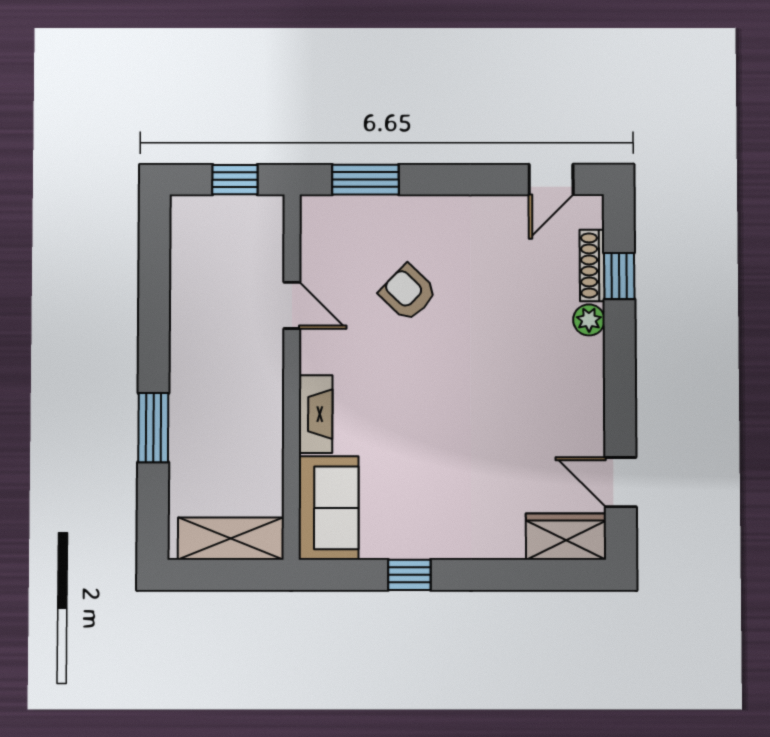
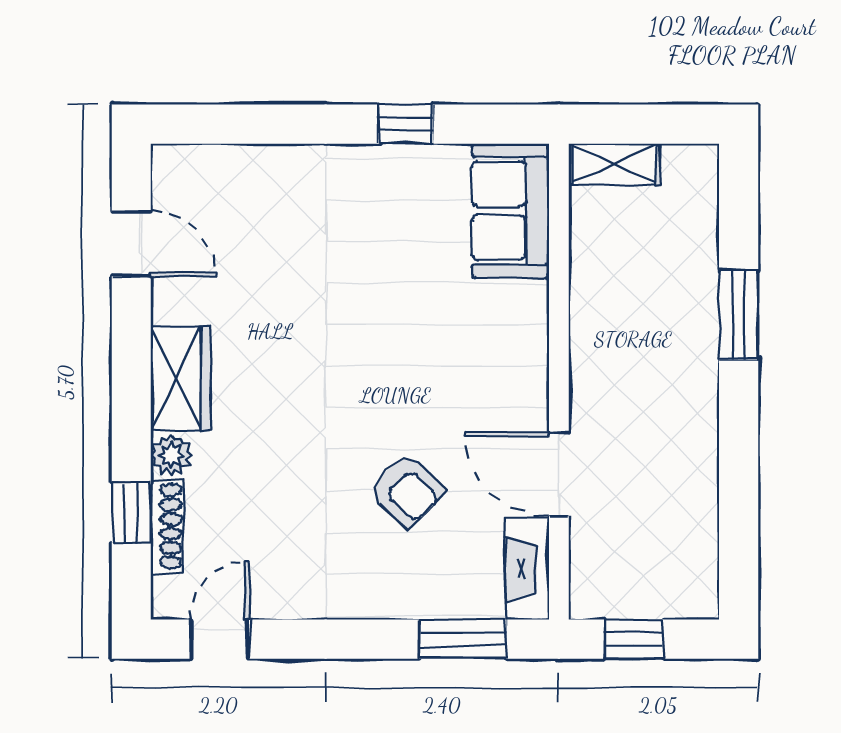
door: (292, 305) -> (559, 474), width x1.37
fireplace: (316, 414) -> (527, 569), moved
wardrobe: (566, 537) -> (181, 379), moved, turned -90
shelving: (231, 539) -> (614, 164), width x0.67, depth x0.75

